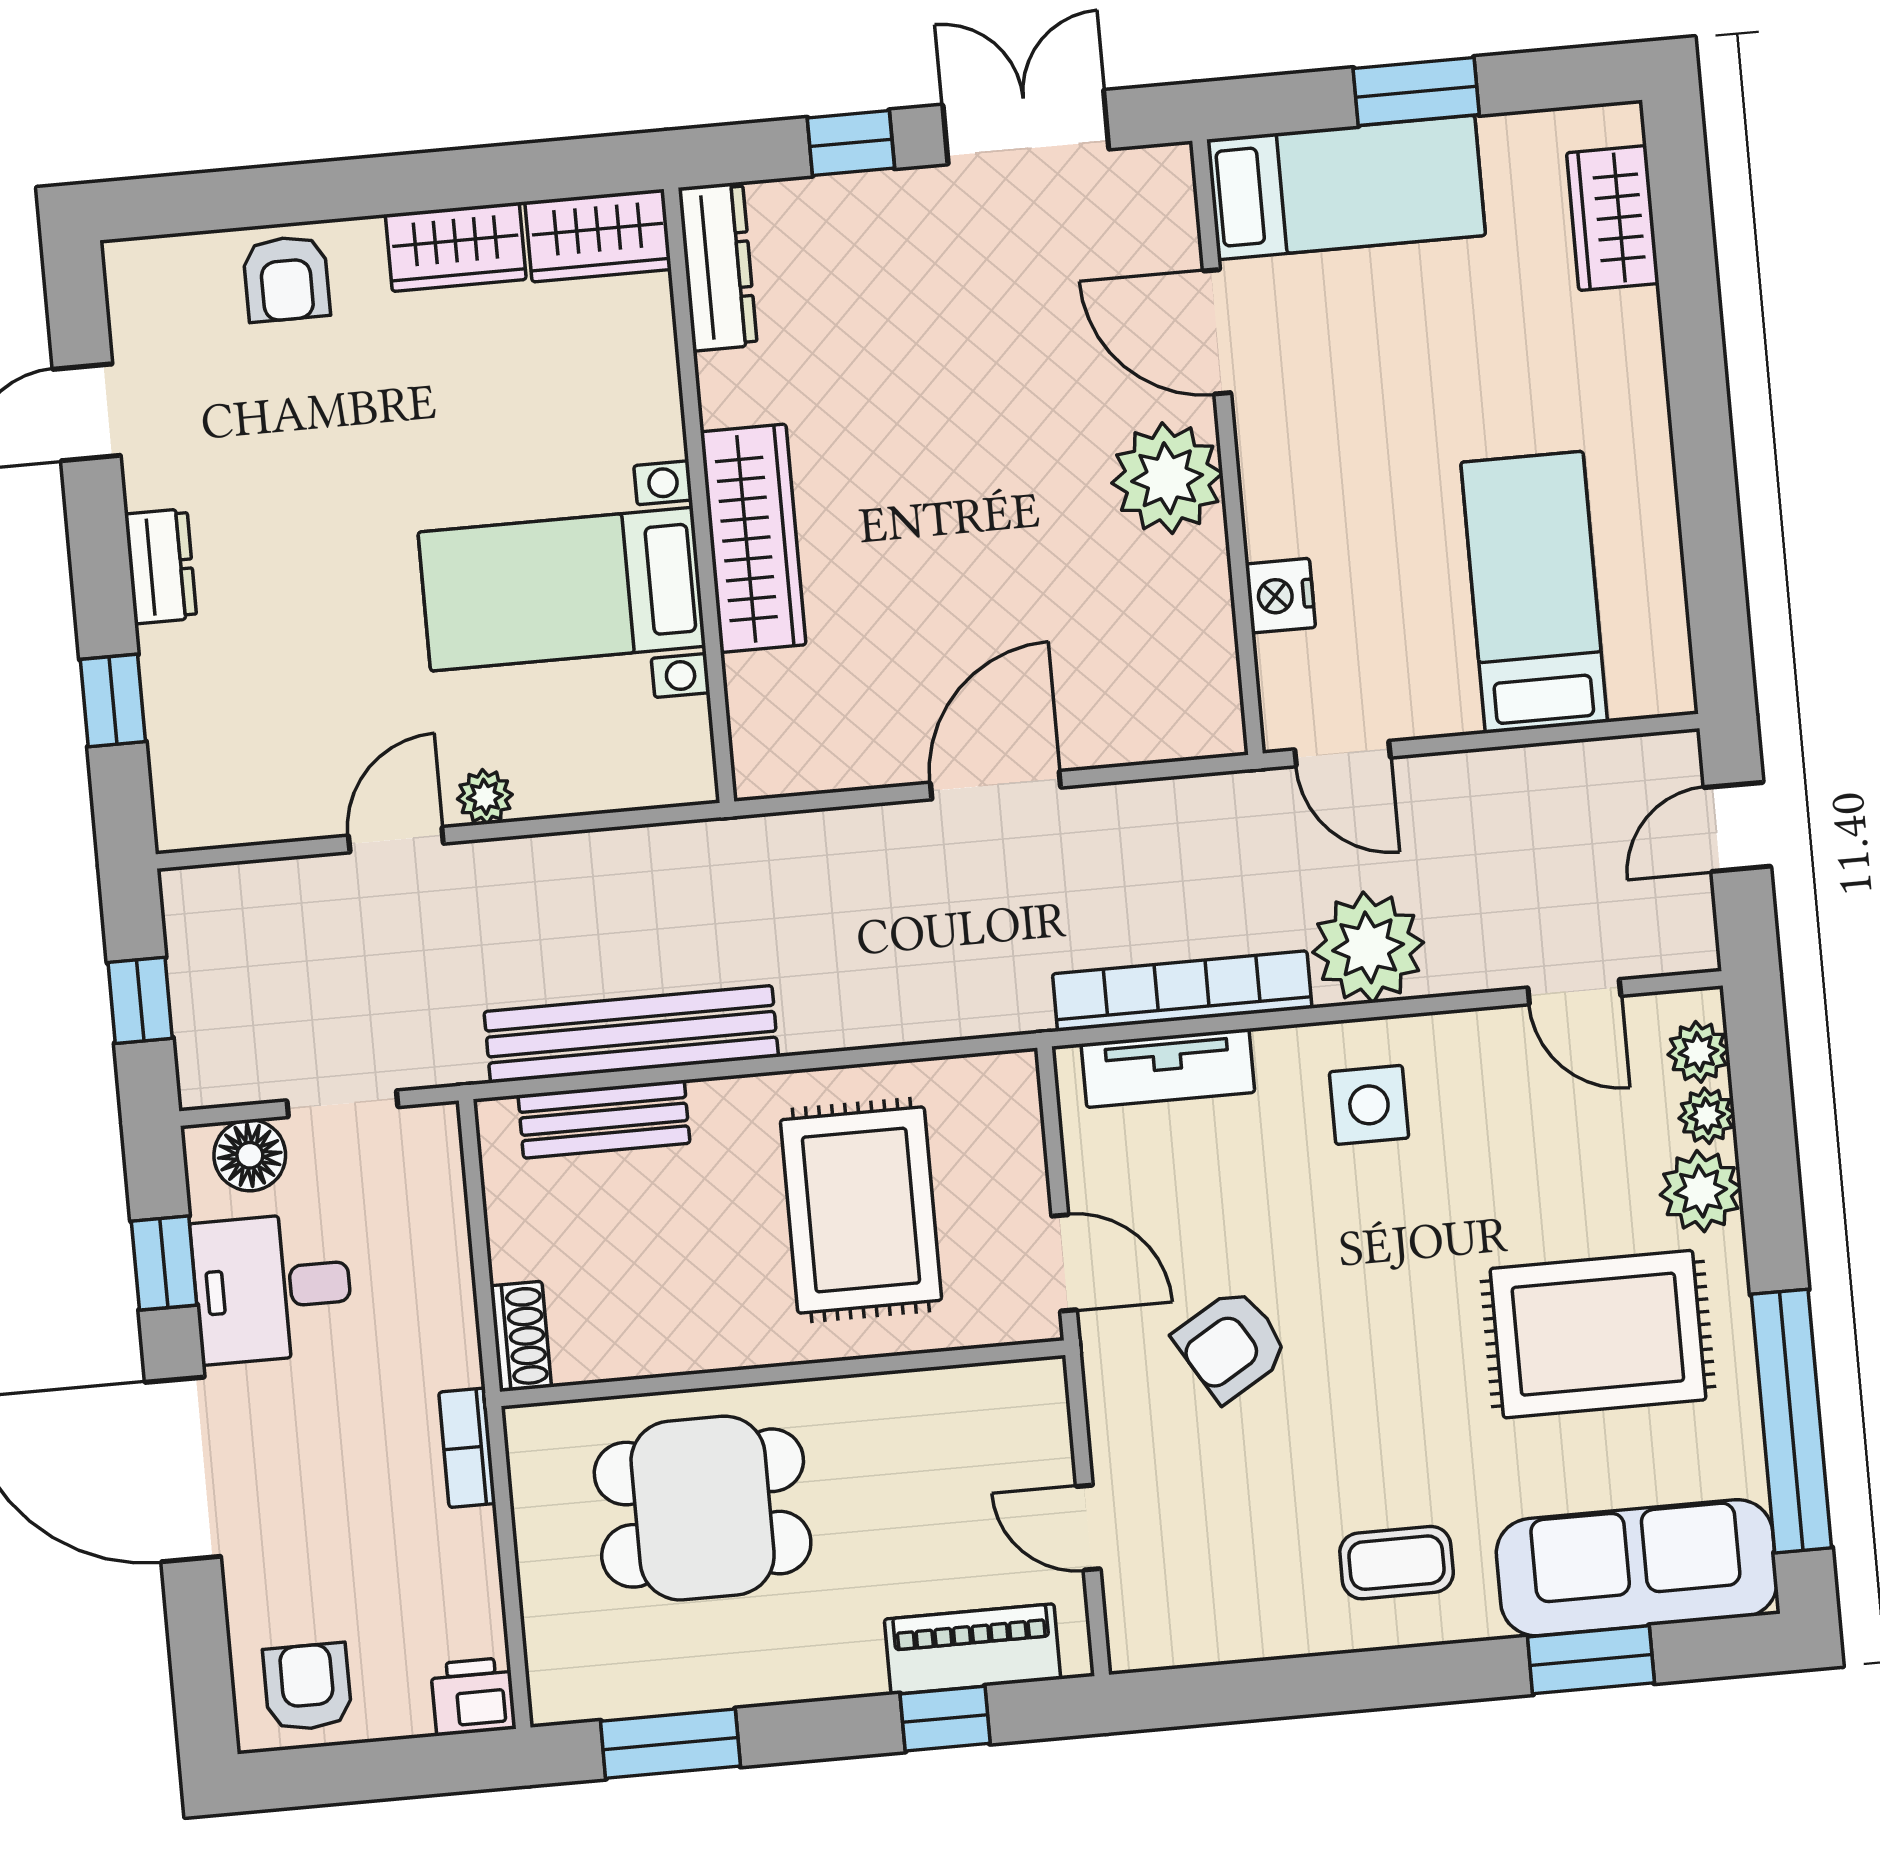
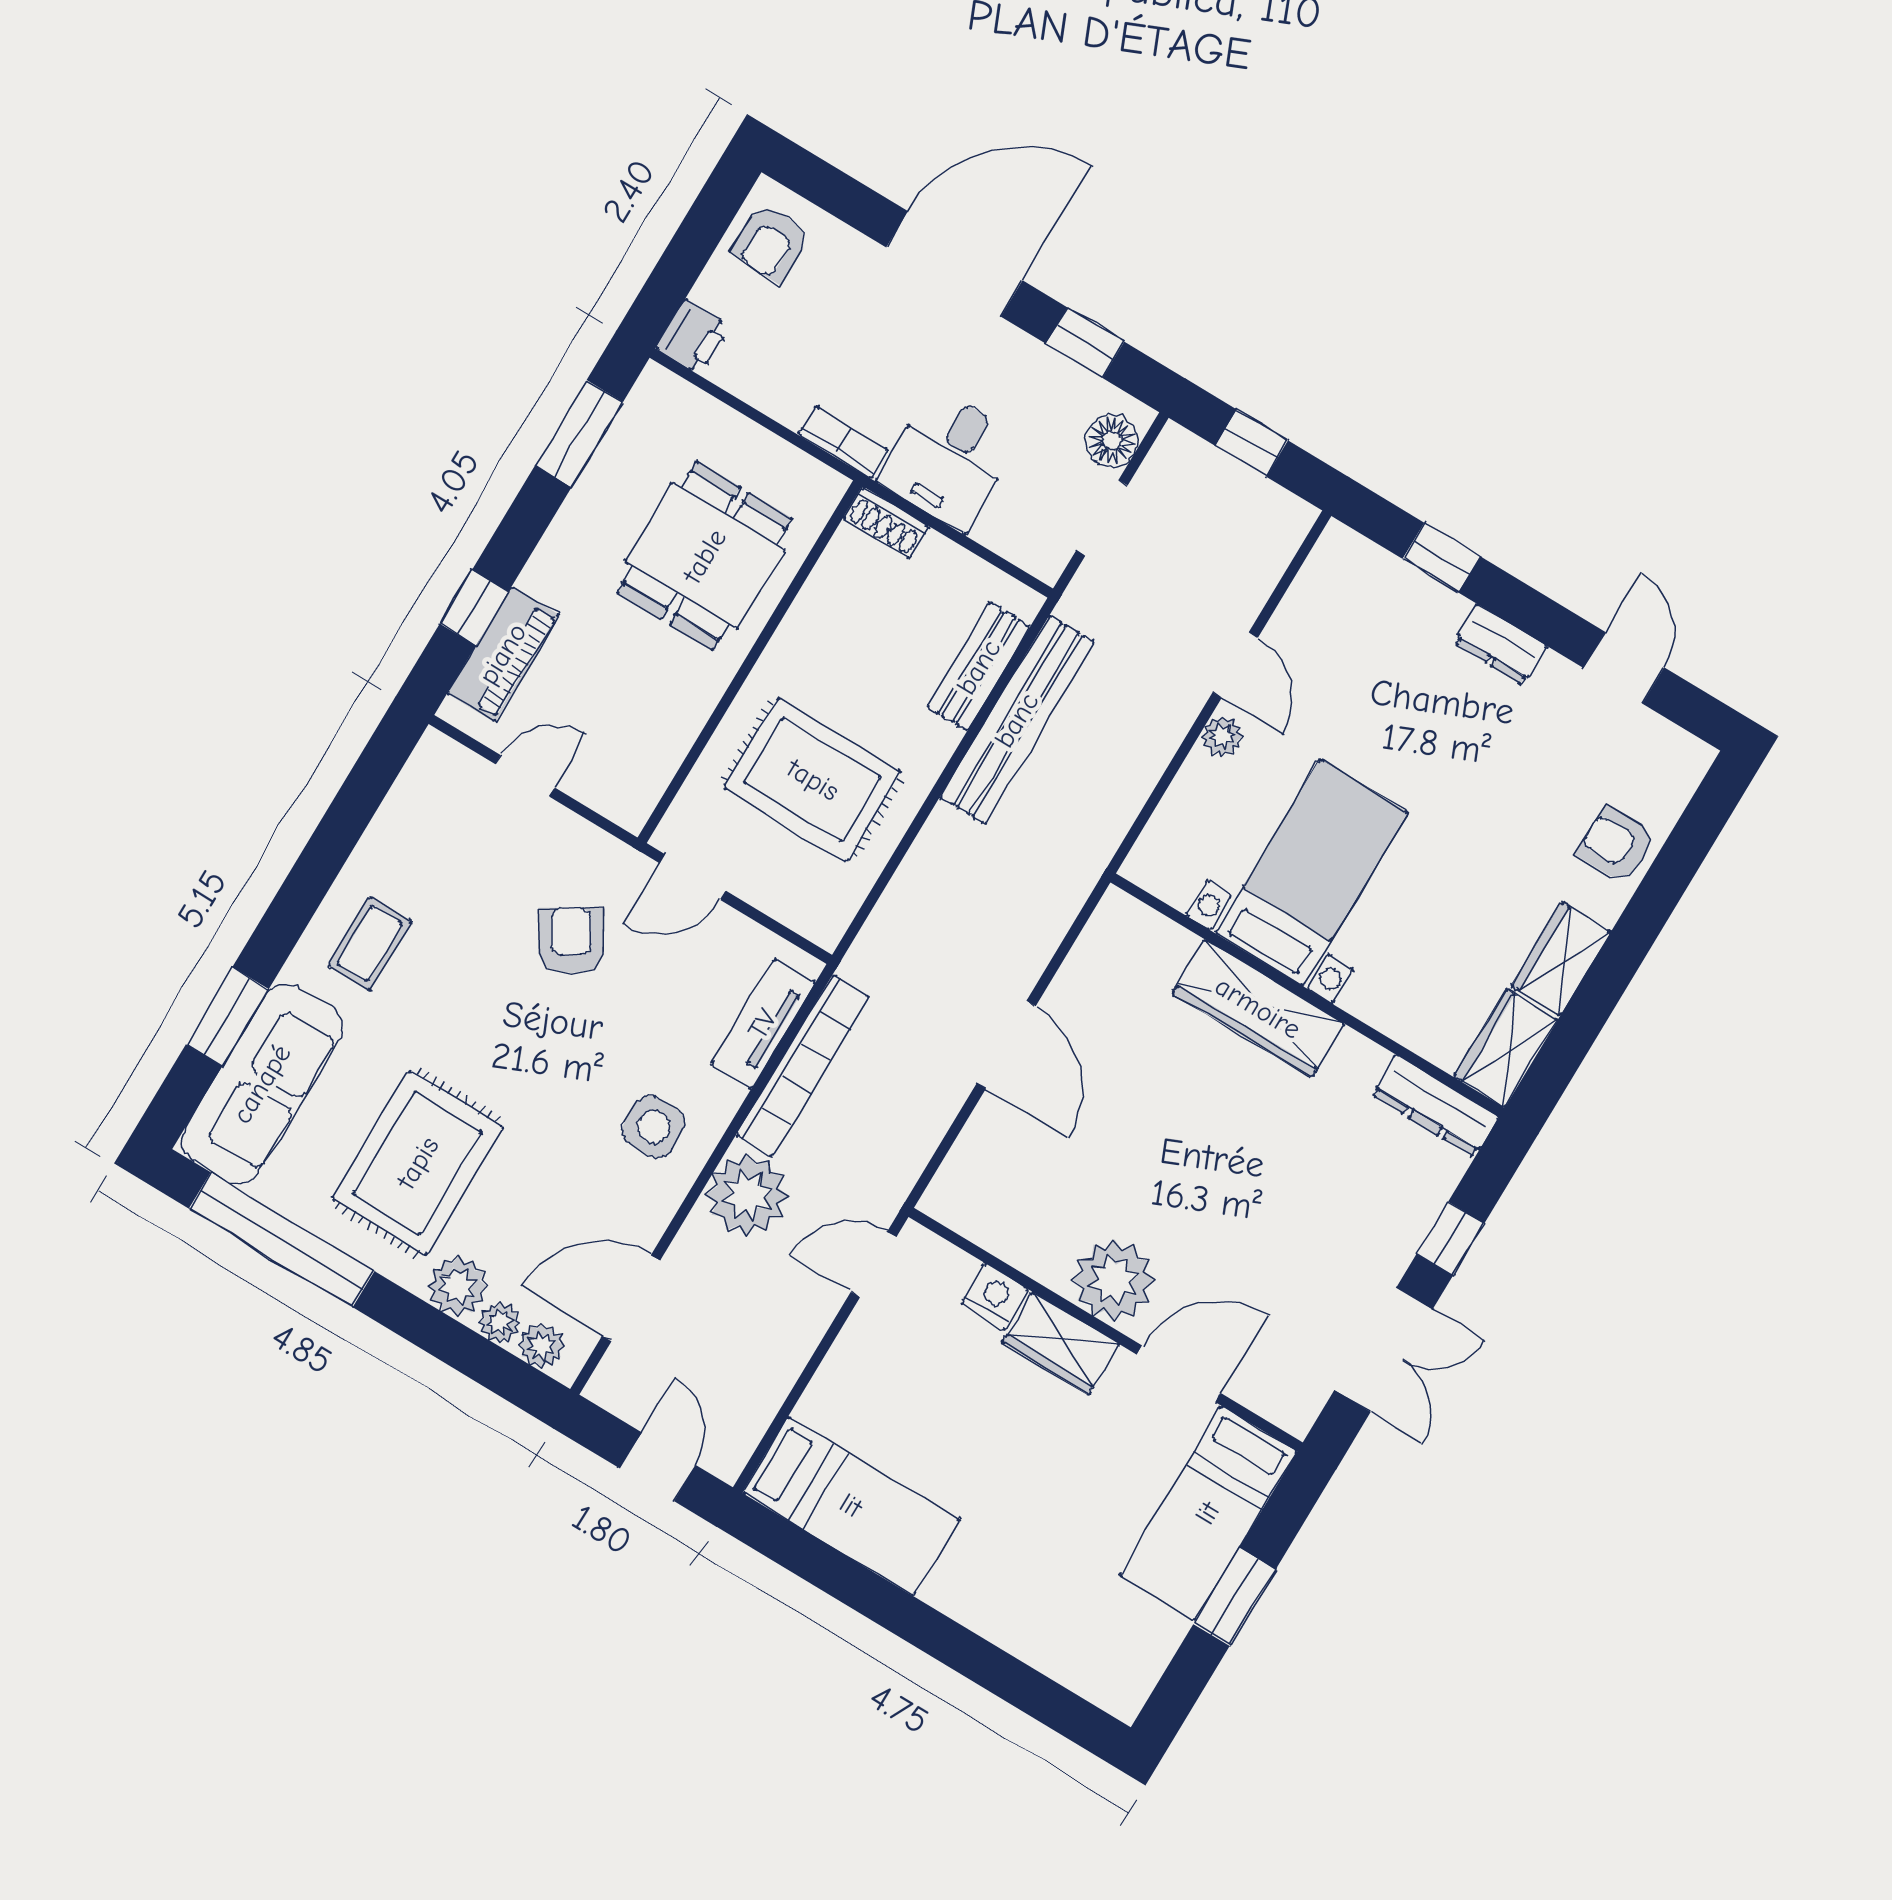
wardrobe: (1613, 218) -> (1061, 1343), moved, turned 180
bed: (1534, 592) -> (851, 1506), moved
door: (1574, 992) -> (631, 1298), width x1.38
desk: (272, 1288) -> (949, 460), moved, turned 180
armchair: (307, 1687) -> (771, 243), turned 92

